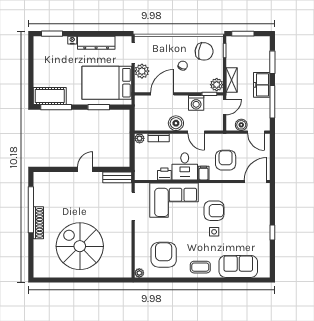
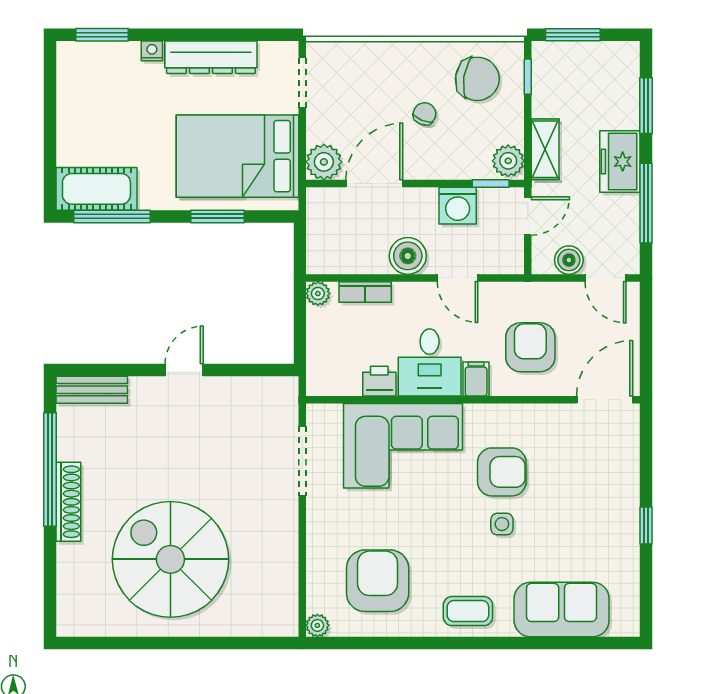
plant: (142, 71) -> (324, 162), moved
bench: (117, 177) -> (92, 390), moved

